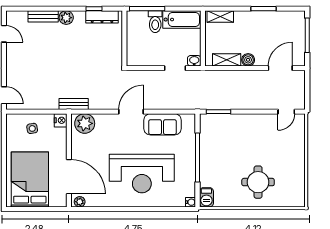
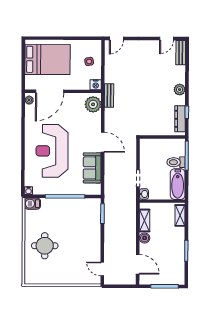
bench: (43, 16) -> (181, 53), moved

